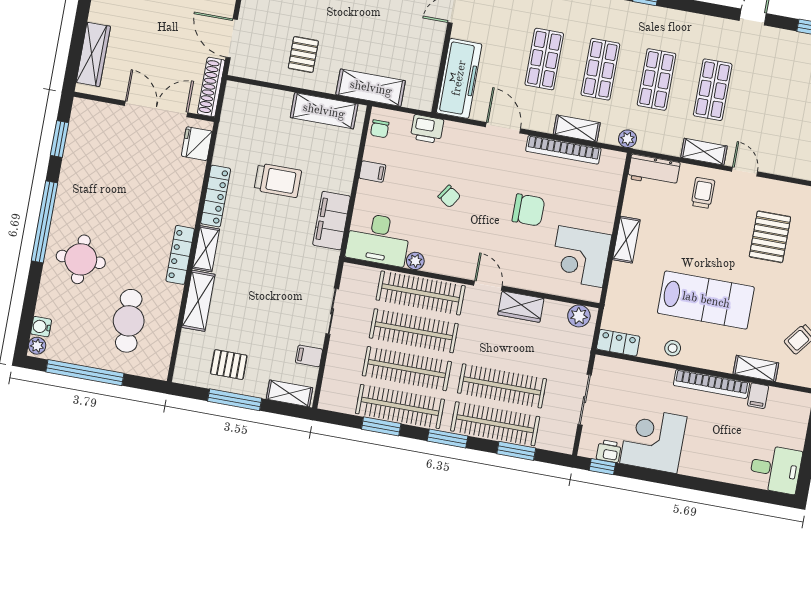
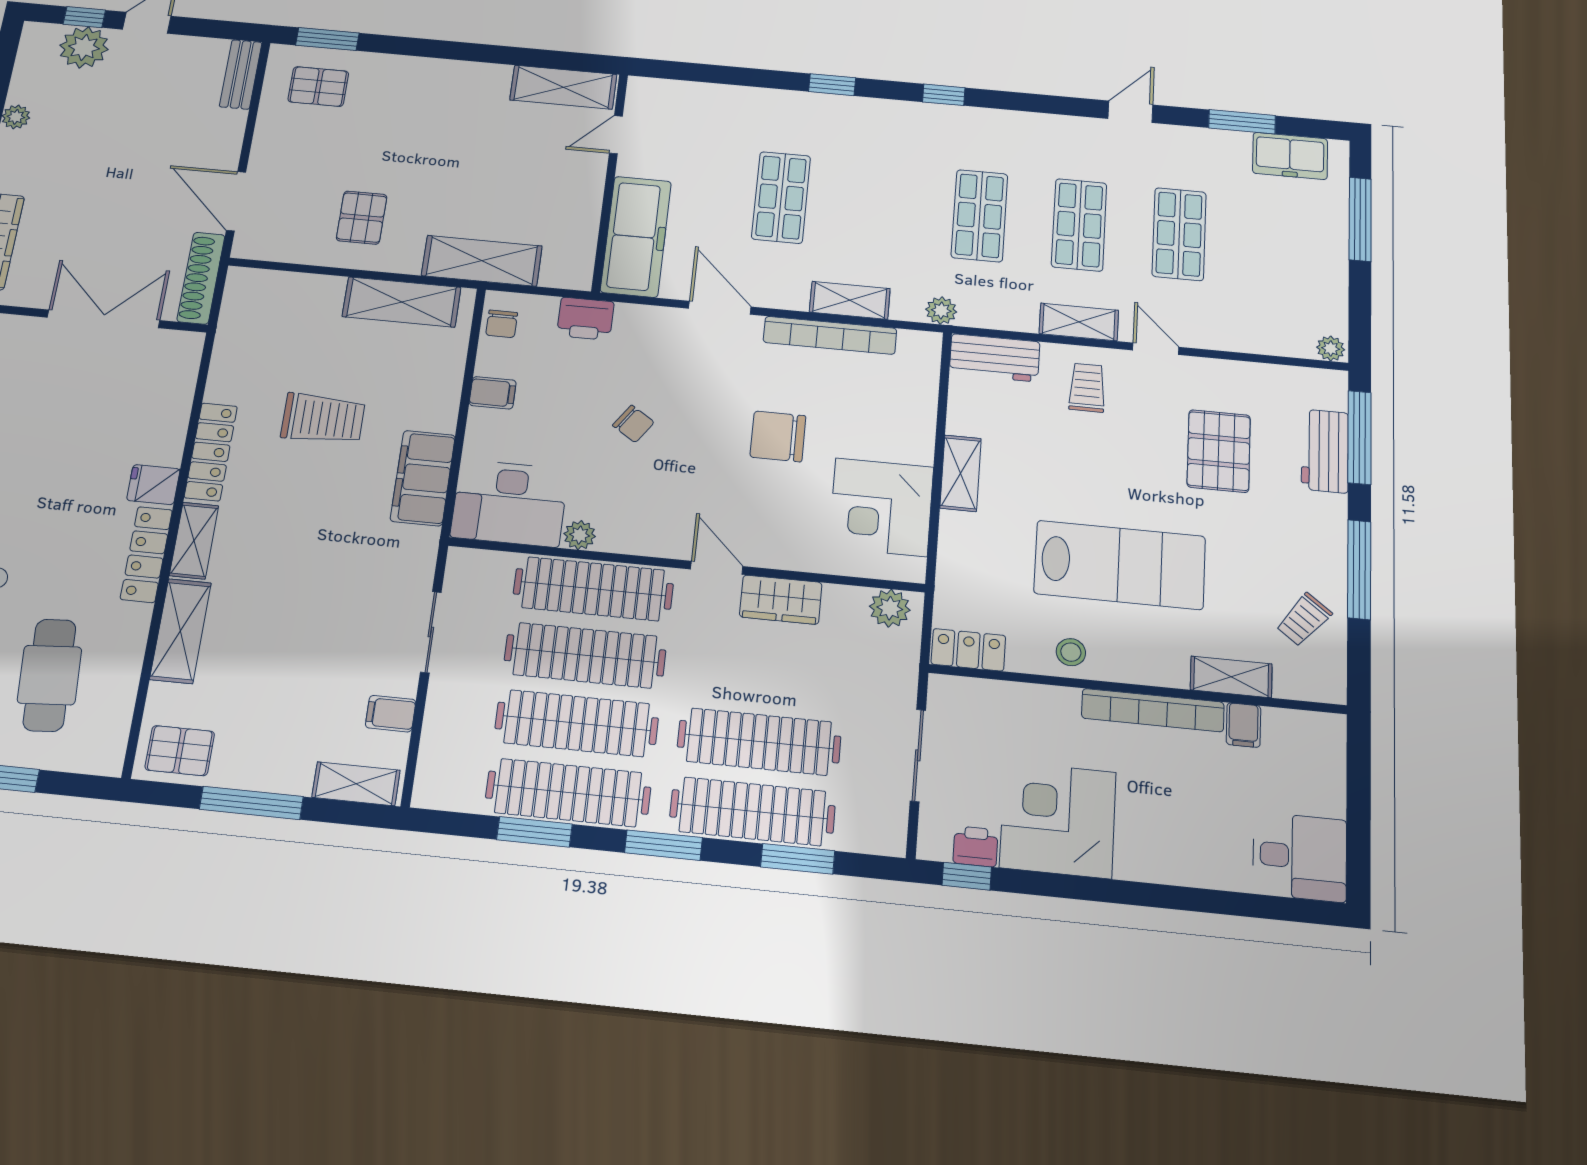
shop shelf: (600, 69) -> (1179, 234), moved
fridge: (197, 144) -> (153, 485), moved, width x0.72
chair: (528, 210) -> (778, 436), turned 180
pallet: (229, 365) -> (180, 751), moved

